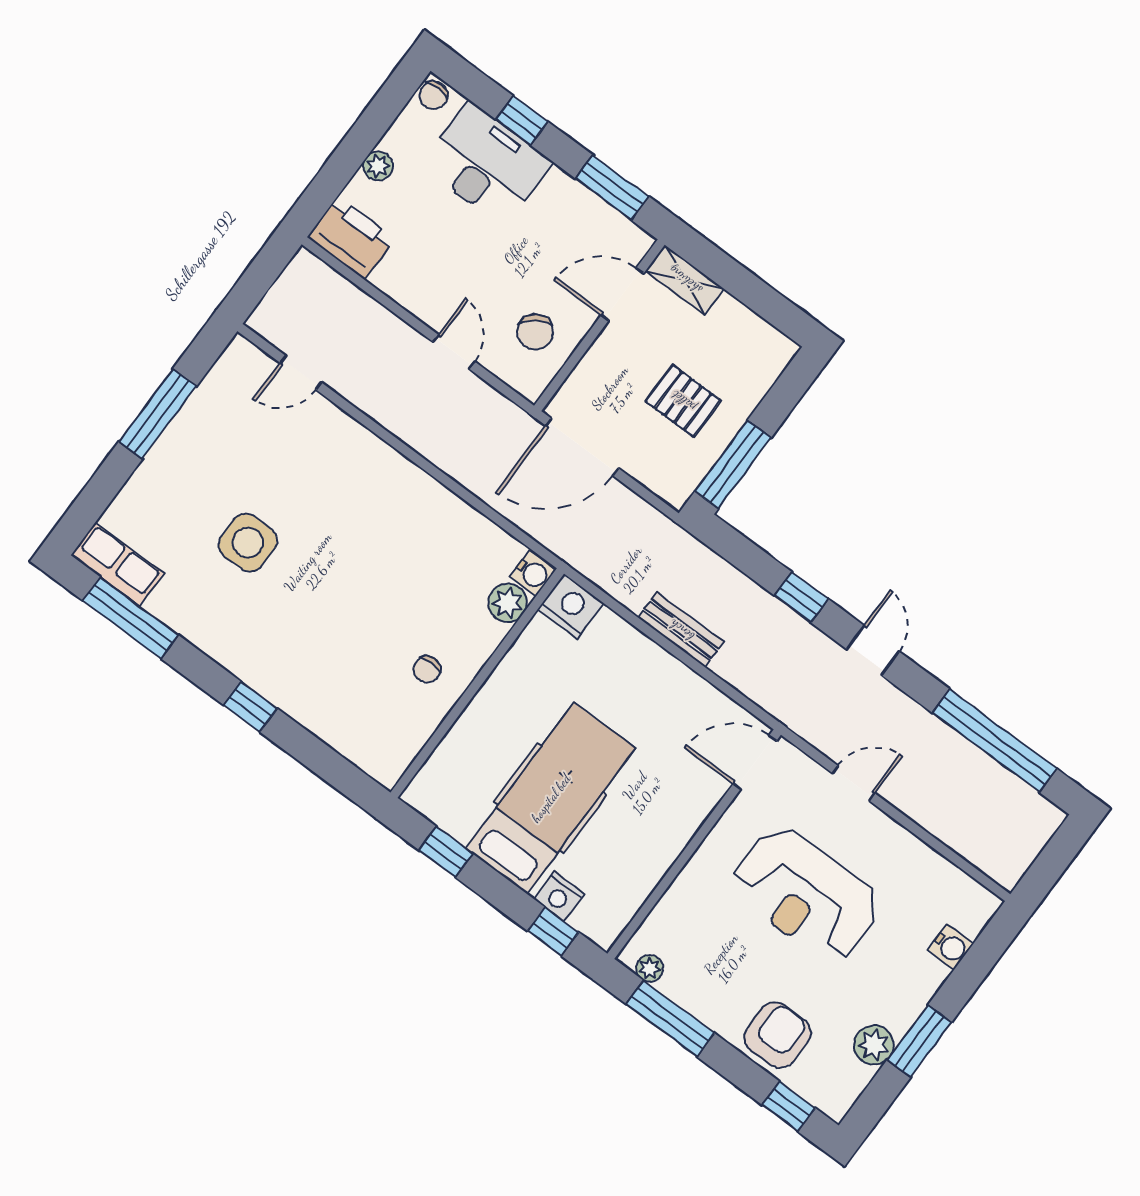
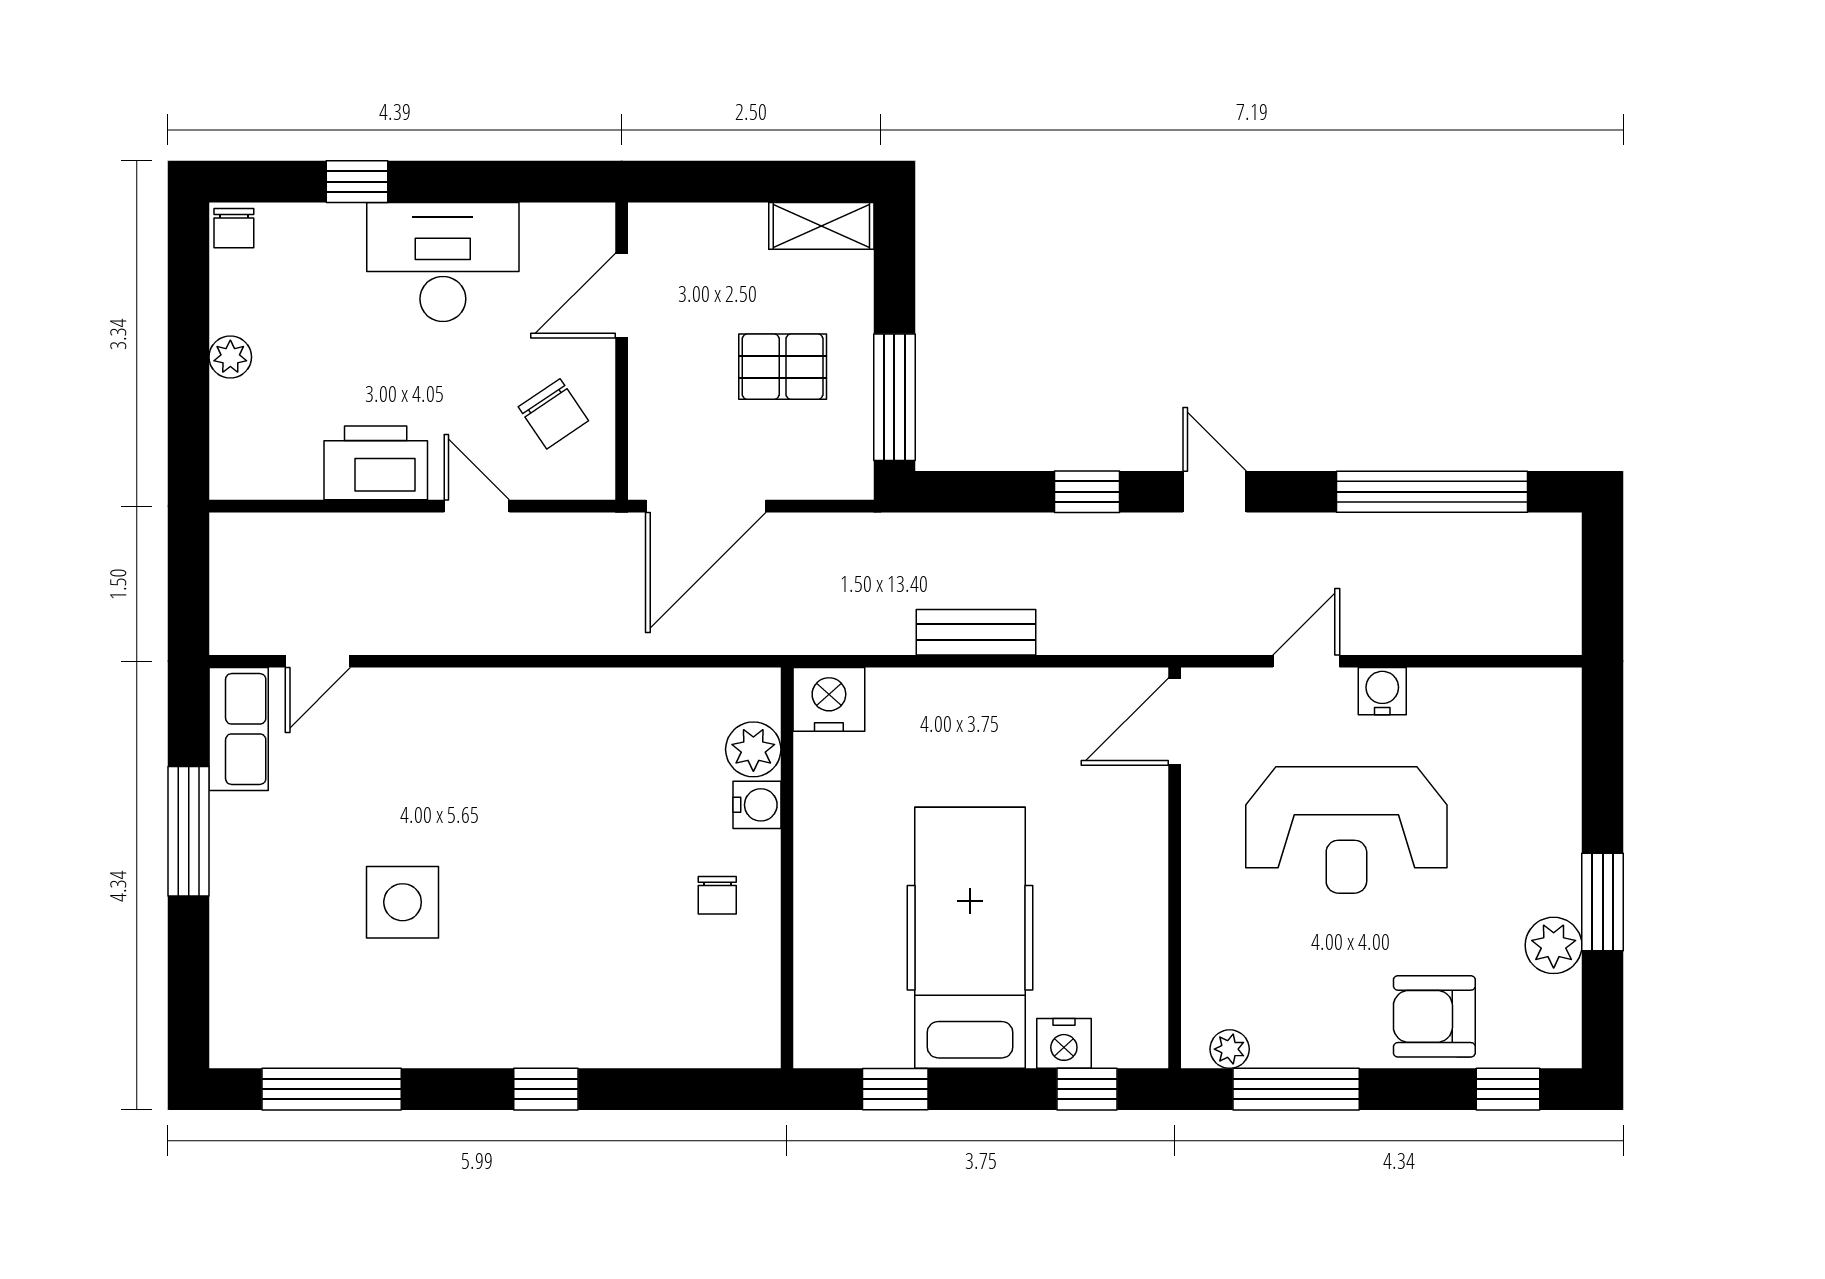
desk: (487, 164) -> (443, 262), moved
window: (612, 187) -> (518, 182), removed
printer: (351, 238) -> (376, 463), moved
shelving: (685, 280) -> (821, 226), moved
row of seats: (117, 564) -> (239, 729), moved, turned 90
water cooler: (533, 573) -> (757, 805), moved
water cooler: (951, 947) -> (1382, 691), moved, turned -90
armchair: (778, 1035) -> (1434, 1016), turned -90

